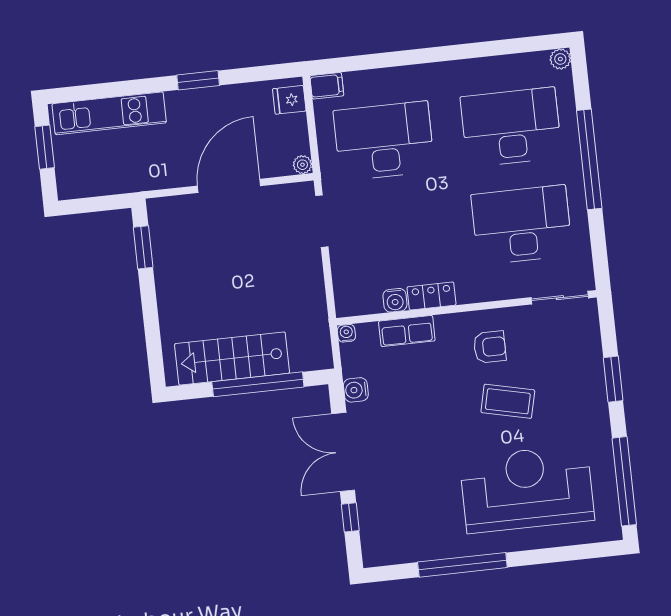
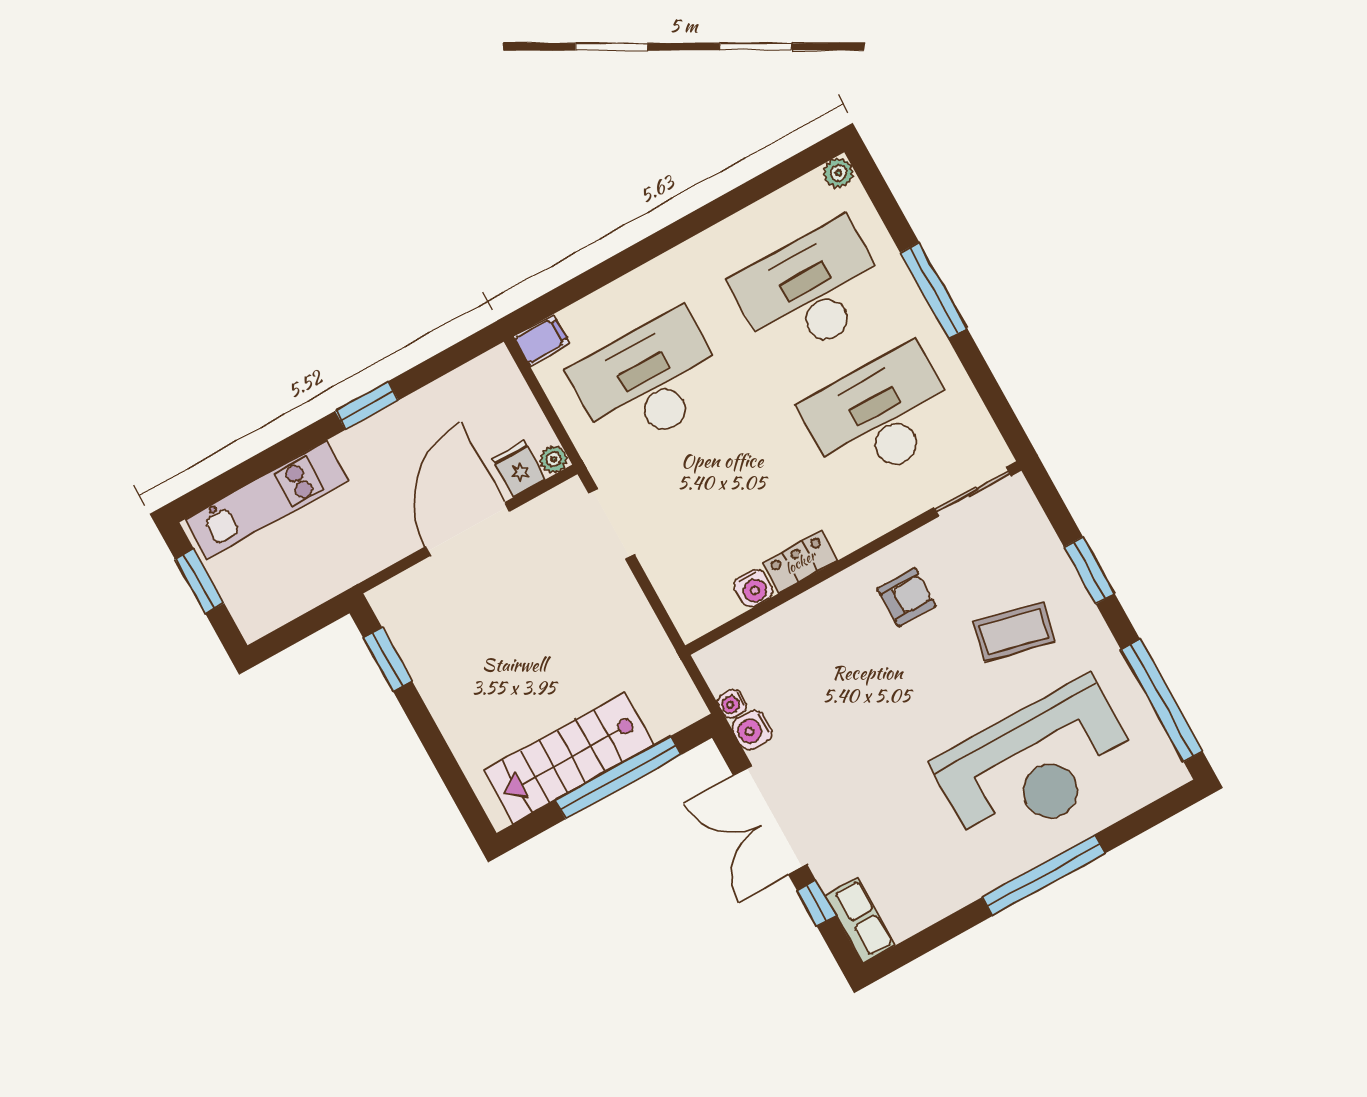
fridge: (289, 100) -> (519, 469), moved, turned 90
window: (589, 159) -> (934, 290), width x0.68
row of seats: (407, 331) -> (860, 920), moved, turned -90
water cooler: (346, 333) -> (732, 704), moved, turned -90
coffee table: (508, 401) -> (1014, 631), moved
reception desk: (527, 489) -> (1036, 766), turned 180
window: (462, 565) -> (1044, 875), moved

